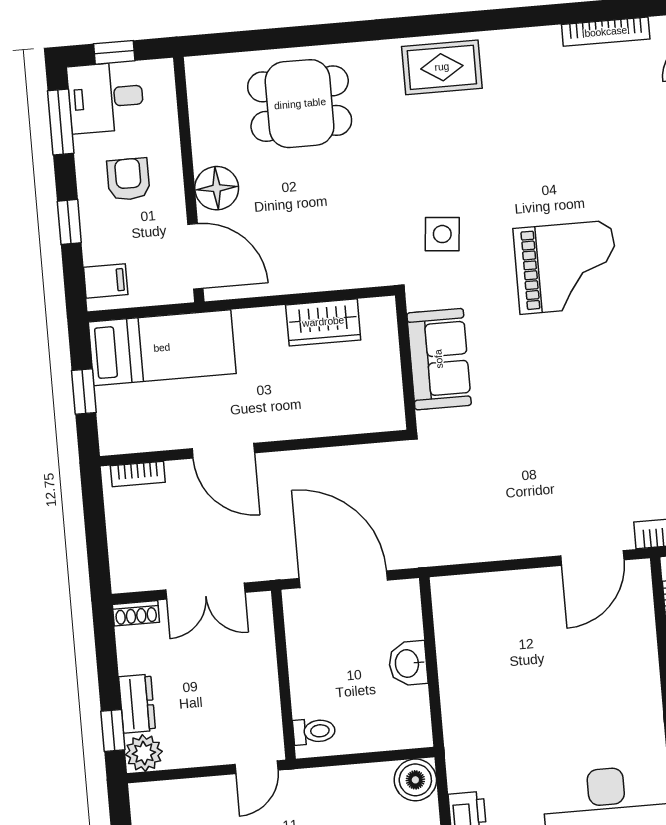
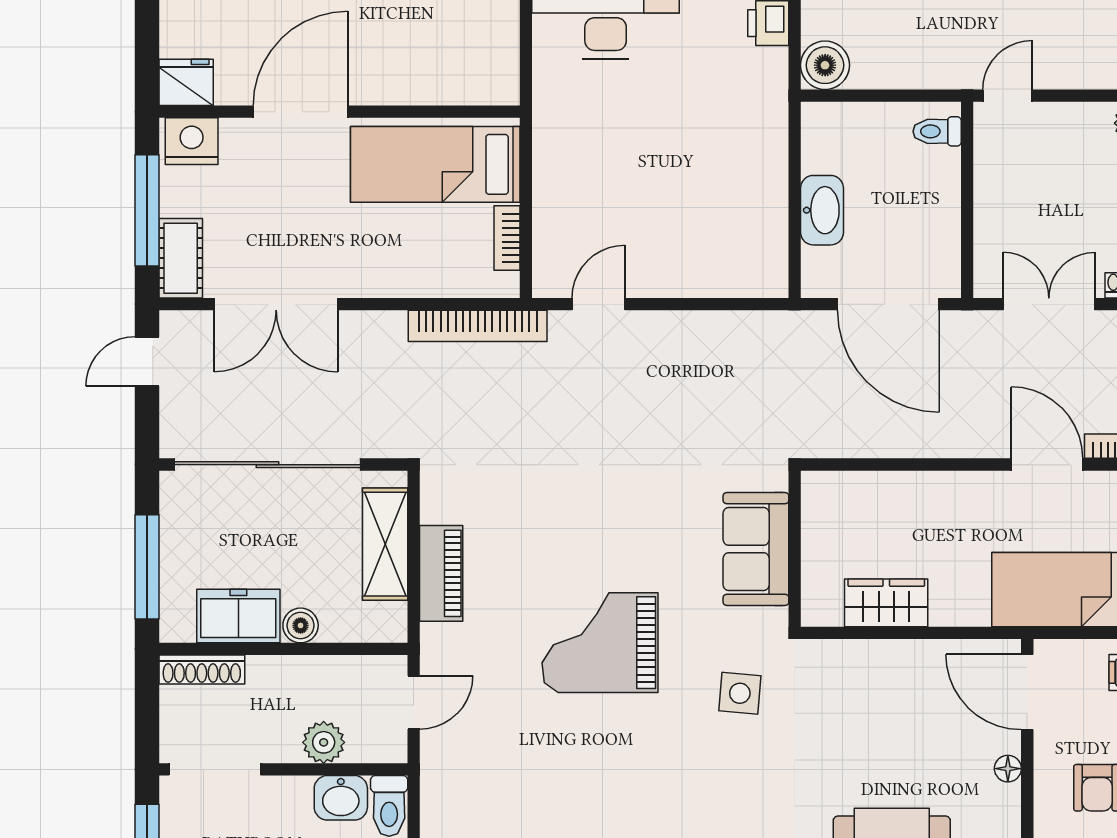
floor lamp: (217, 188) -> (1008, 769), width x0.53, depth x0.53
door: (223, 451) -> (1047, 465), moved
door: (592, 558) -> (599, 304), width x0.73
washbasin: (408, 663) -> (822, 210), width x1.38

